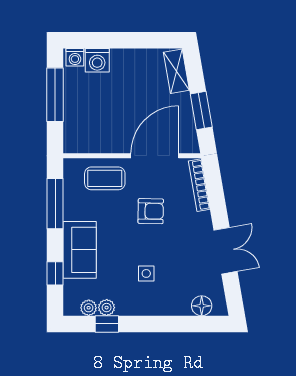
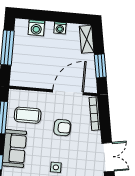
washing machine: (75, 57) -> (60, 28), moved
coffee table: (105, 178) -> (28, 115), moved

